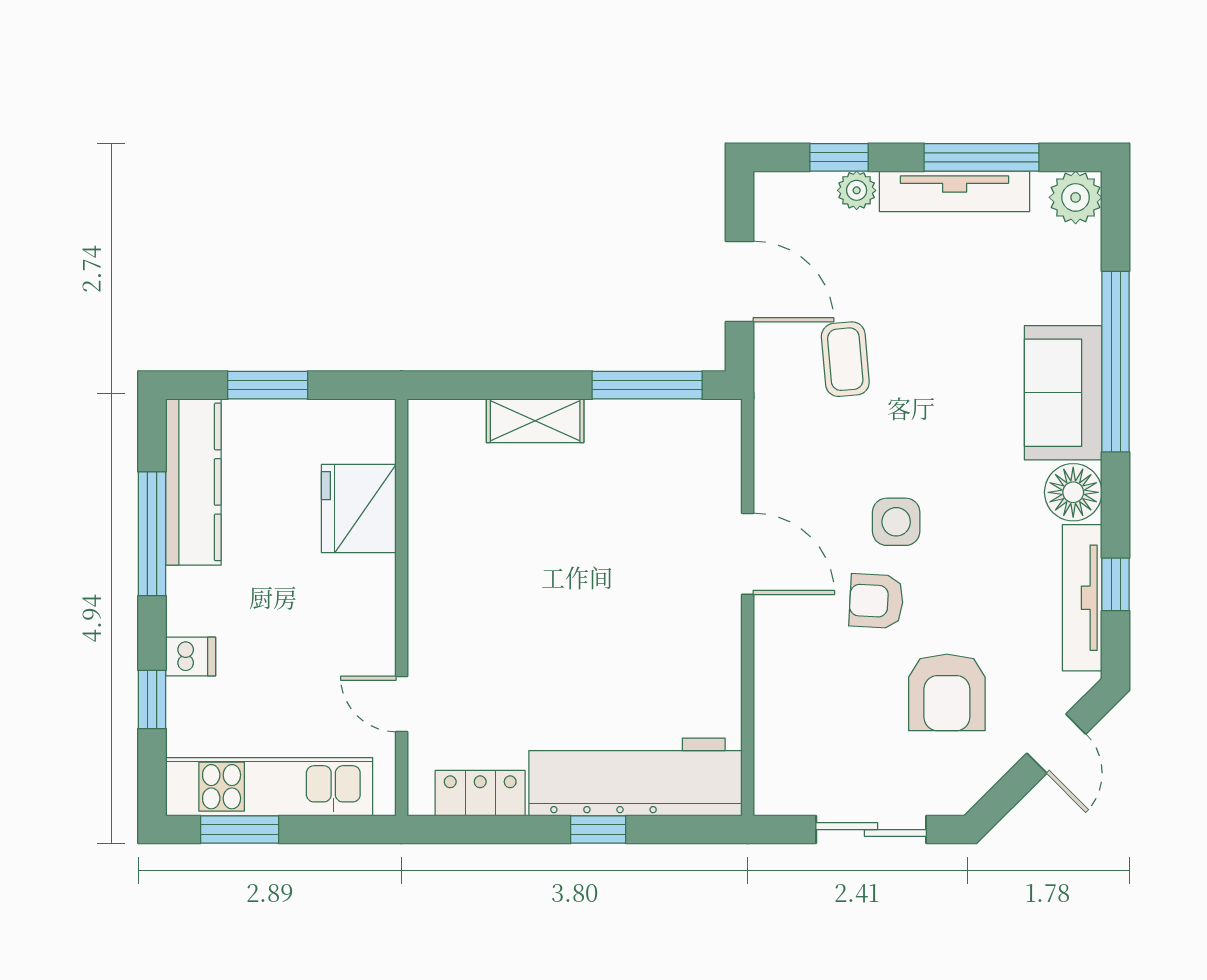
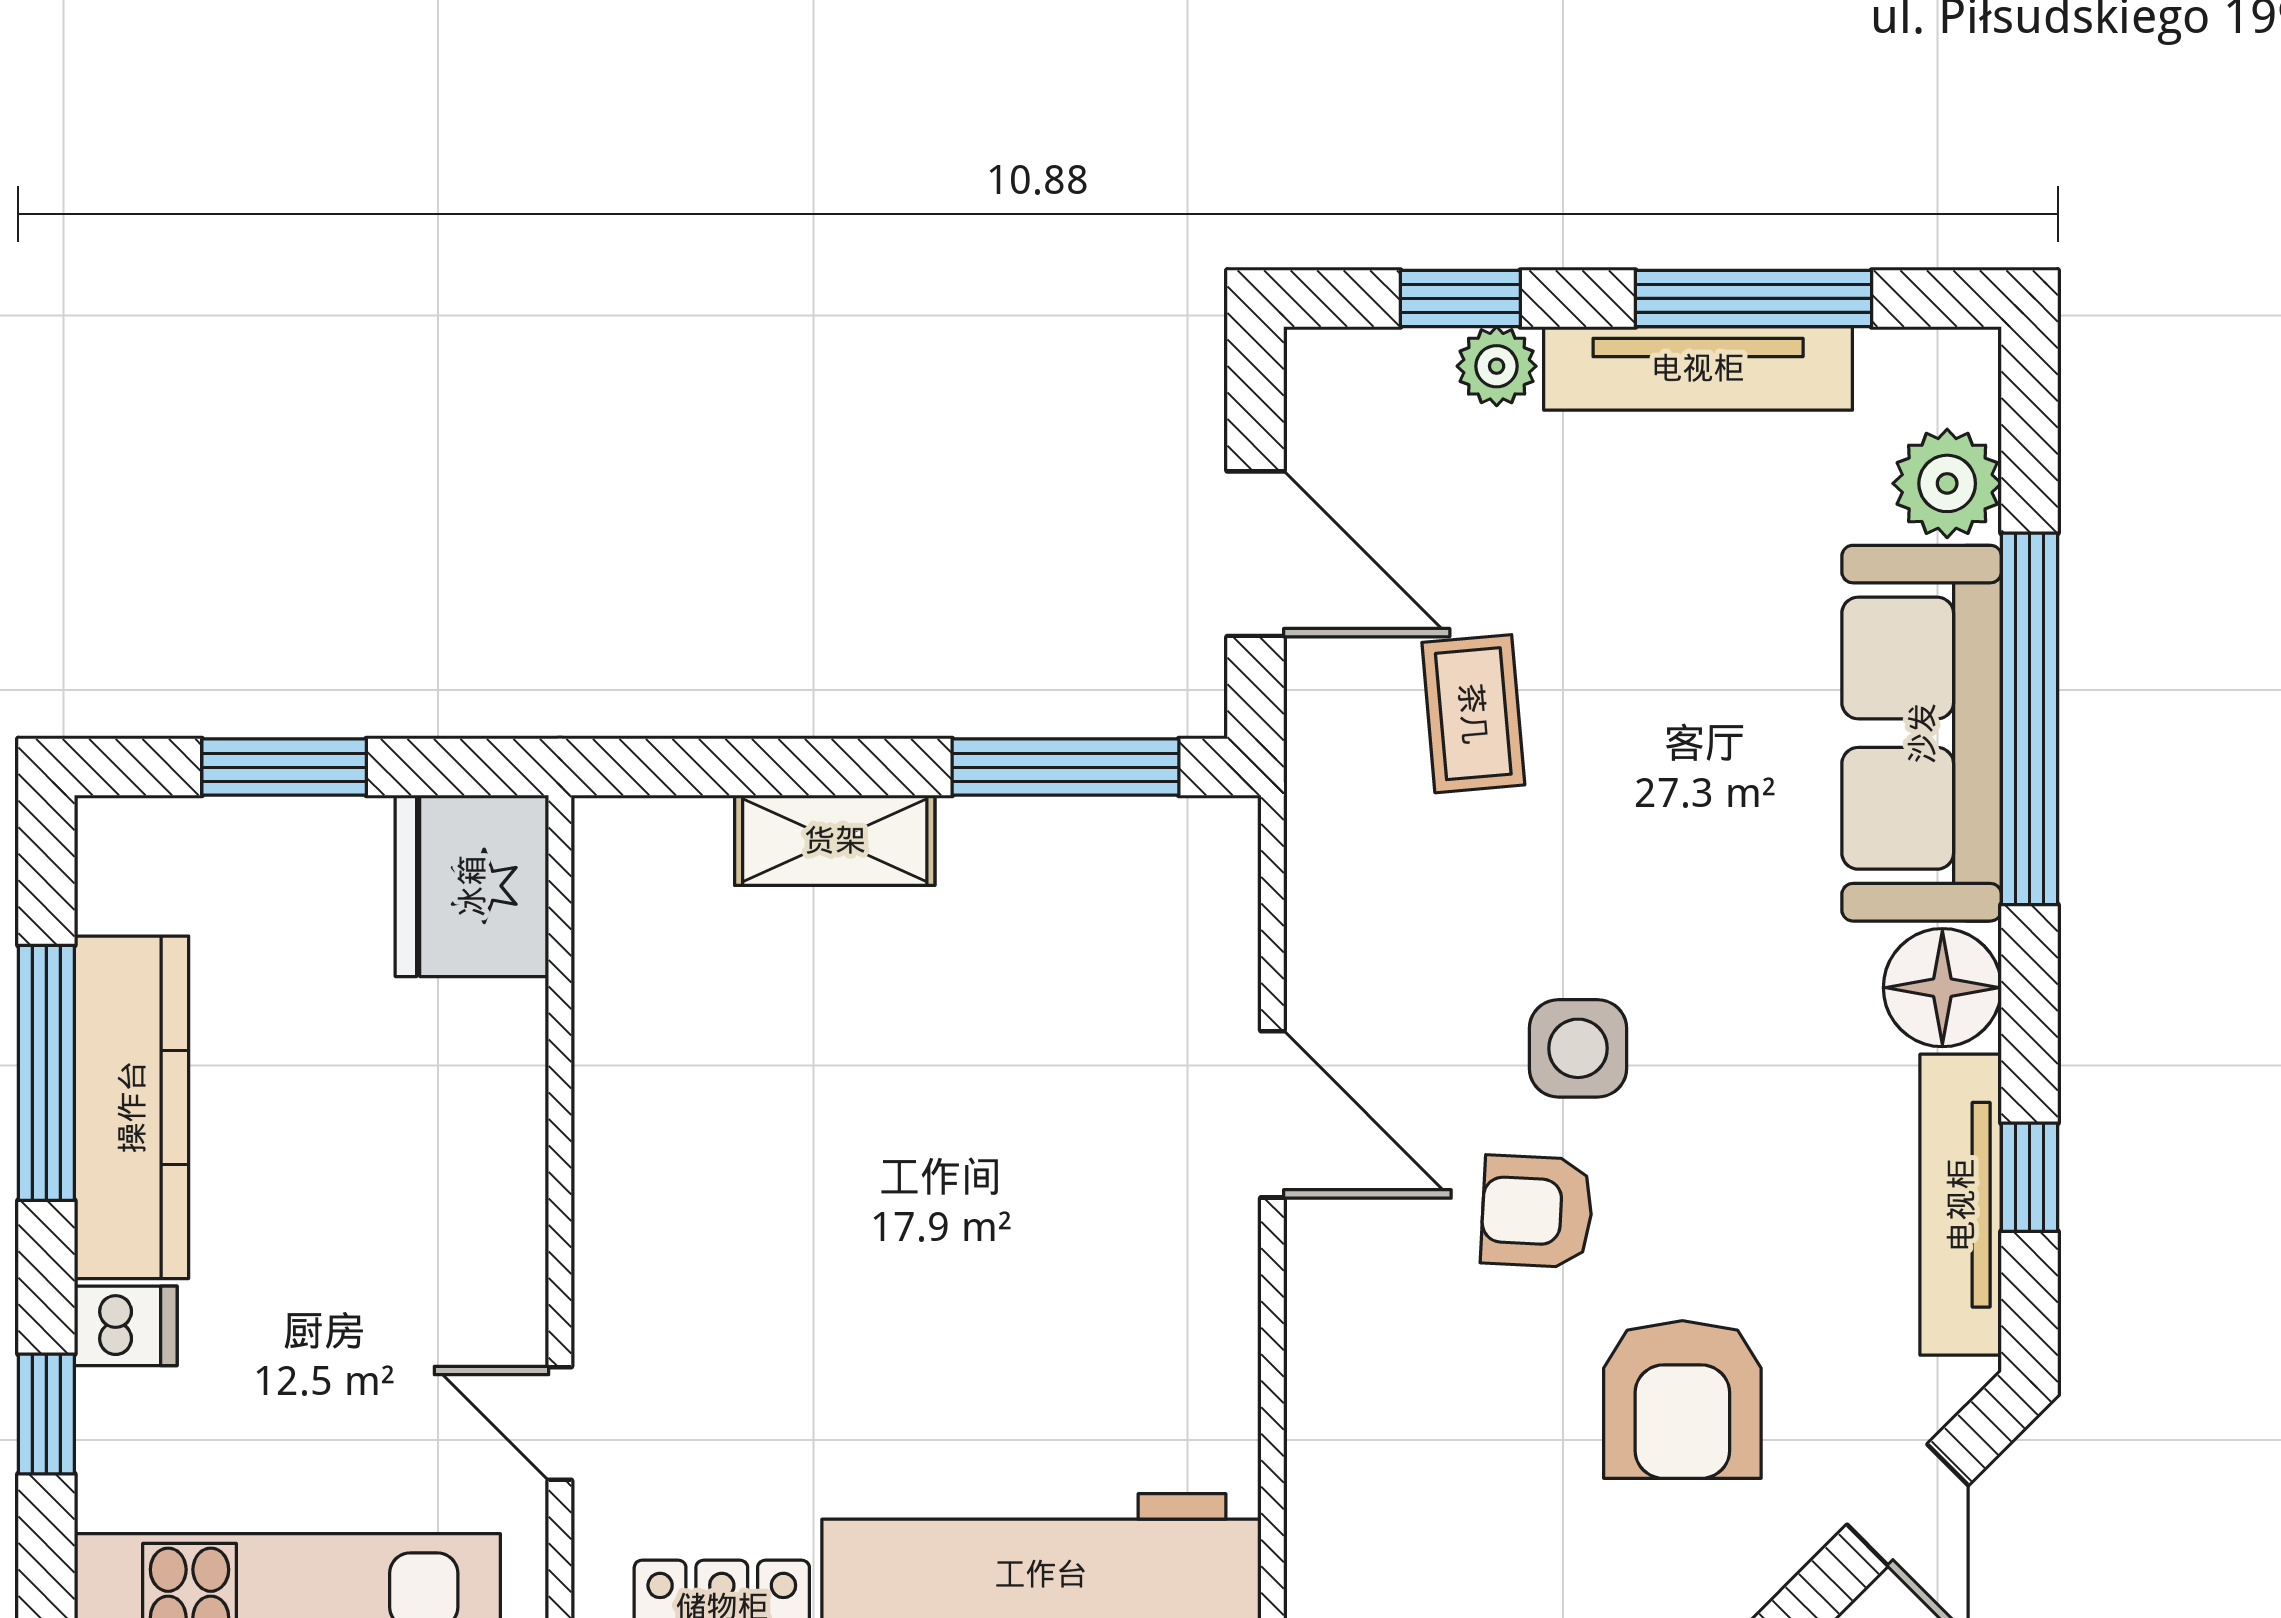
plant: (1076, 197) -> (1947, 483), moved
sofa: (1063, 393) -> (1922, 733), width x1.36
kitchen counter: (193, 482) -> (132, 1107), moved
fridge: (359, 509) -> (472, 886), moved

